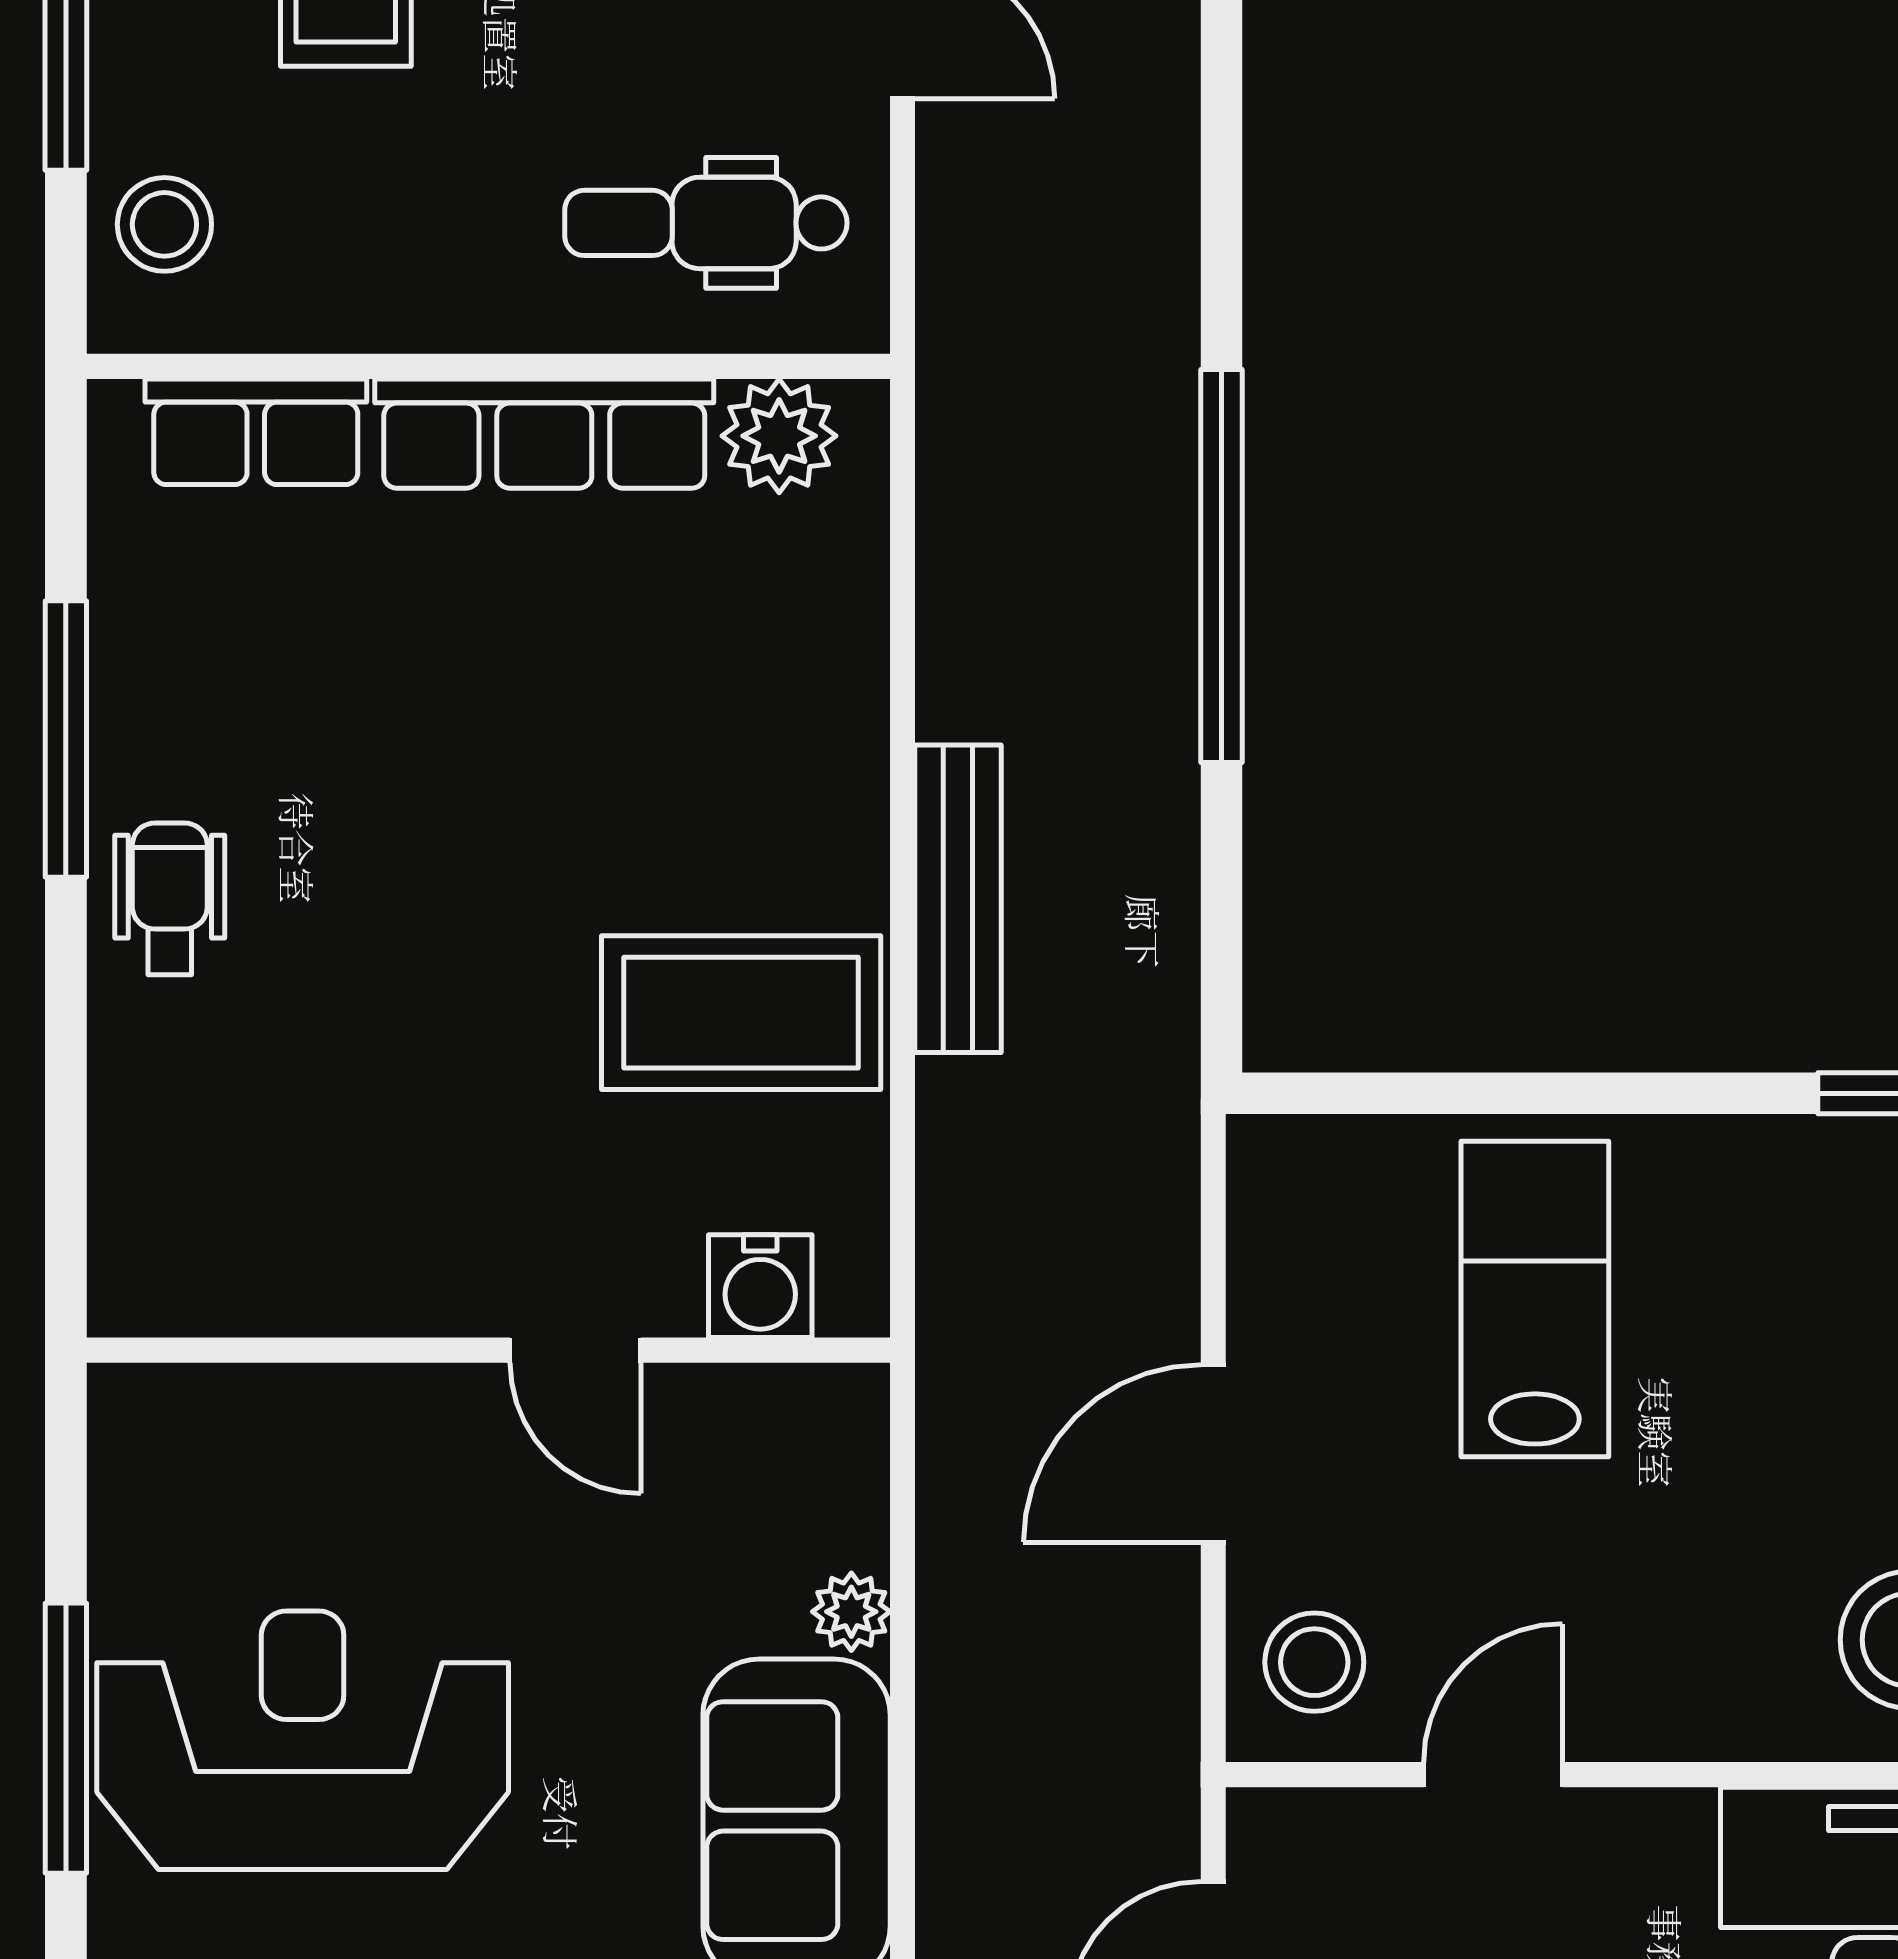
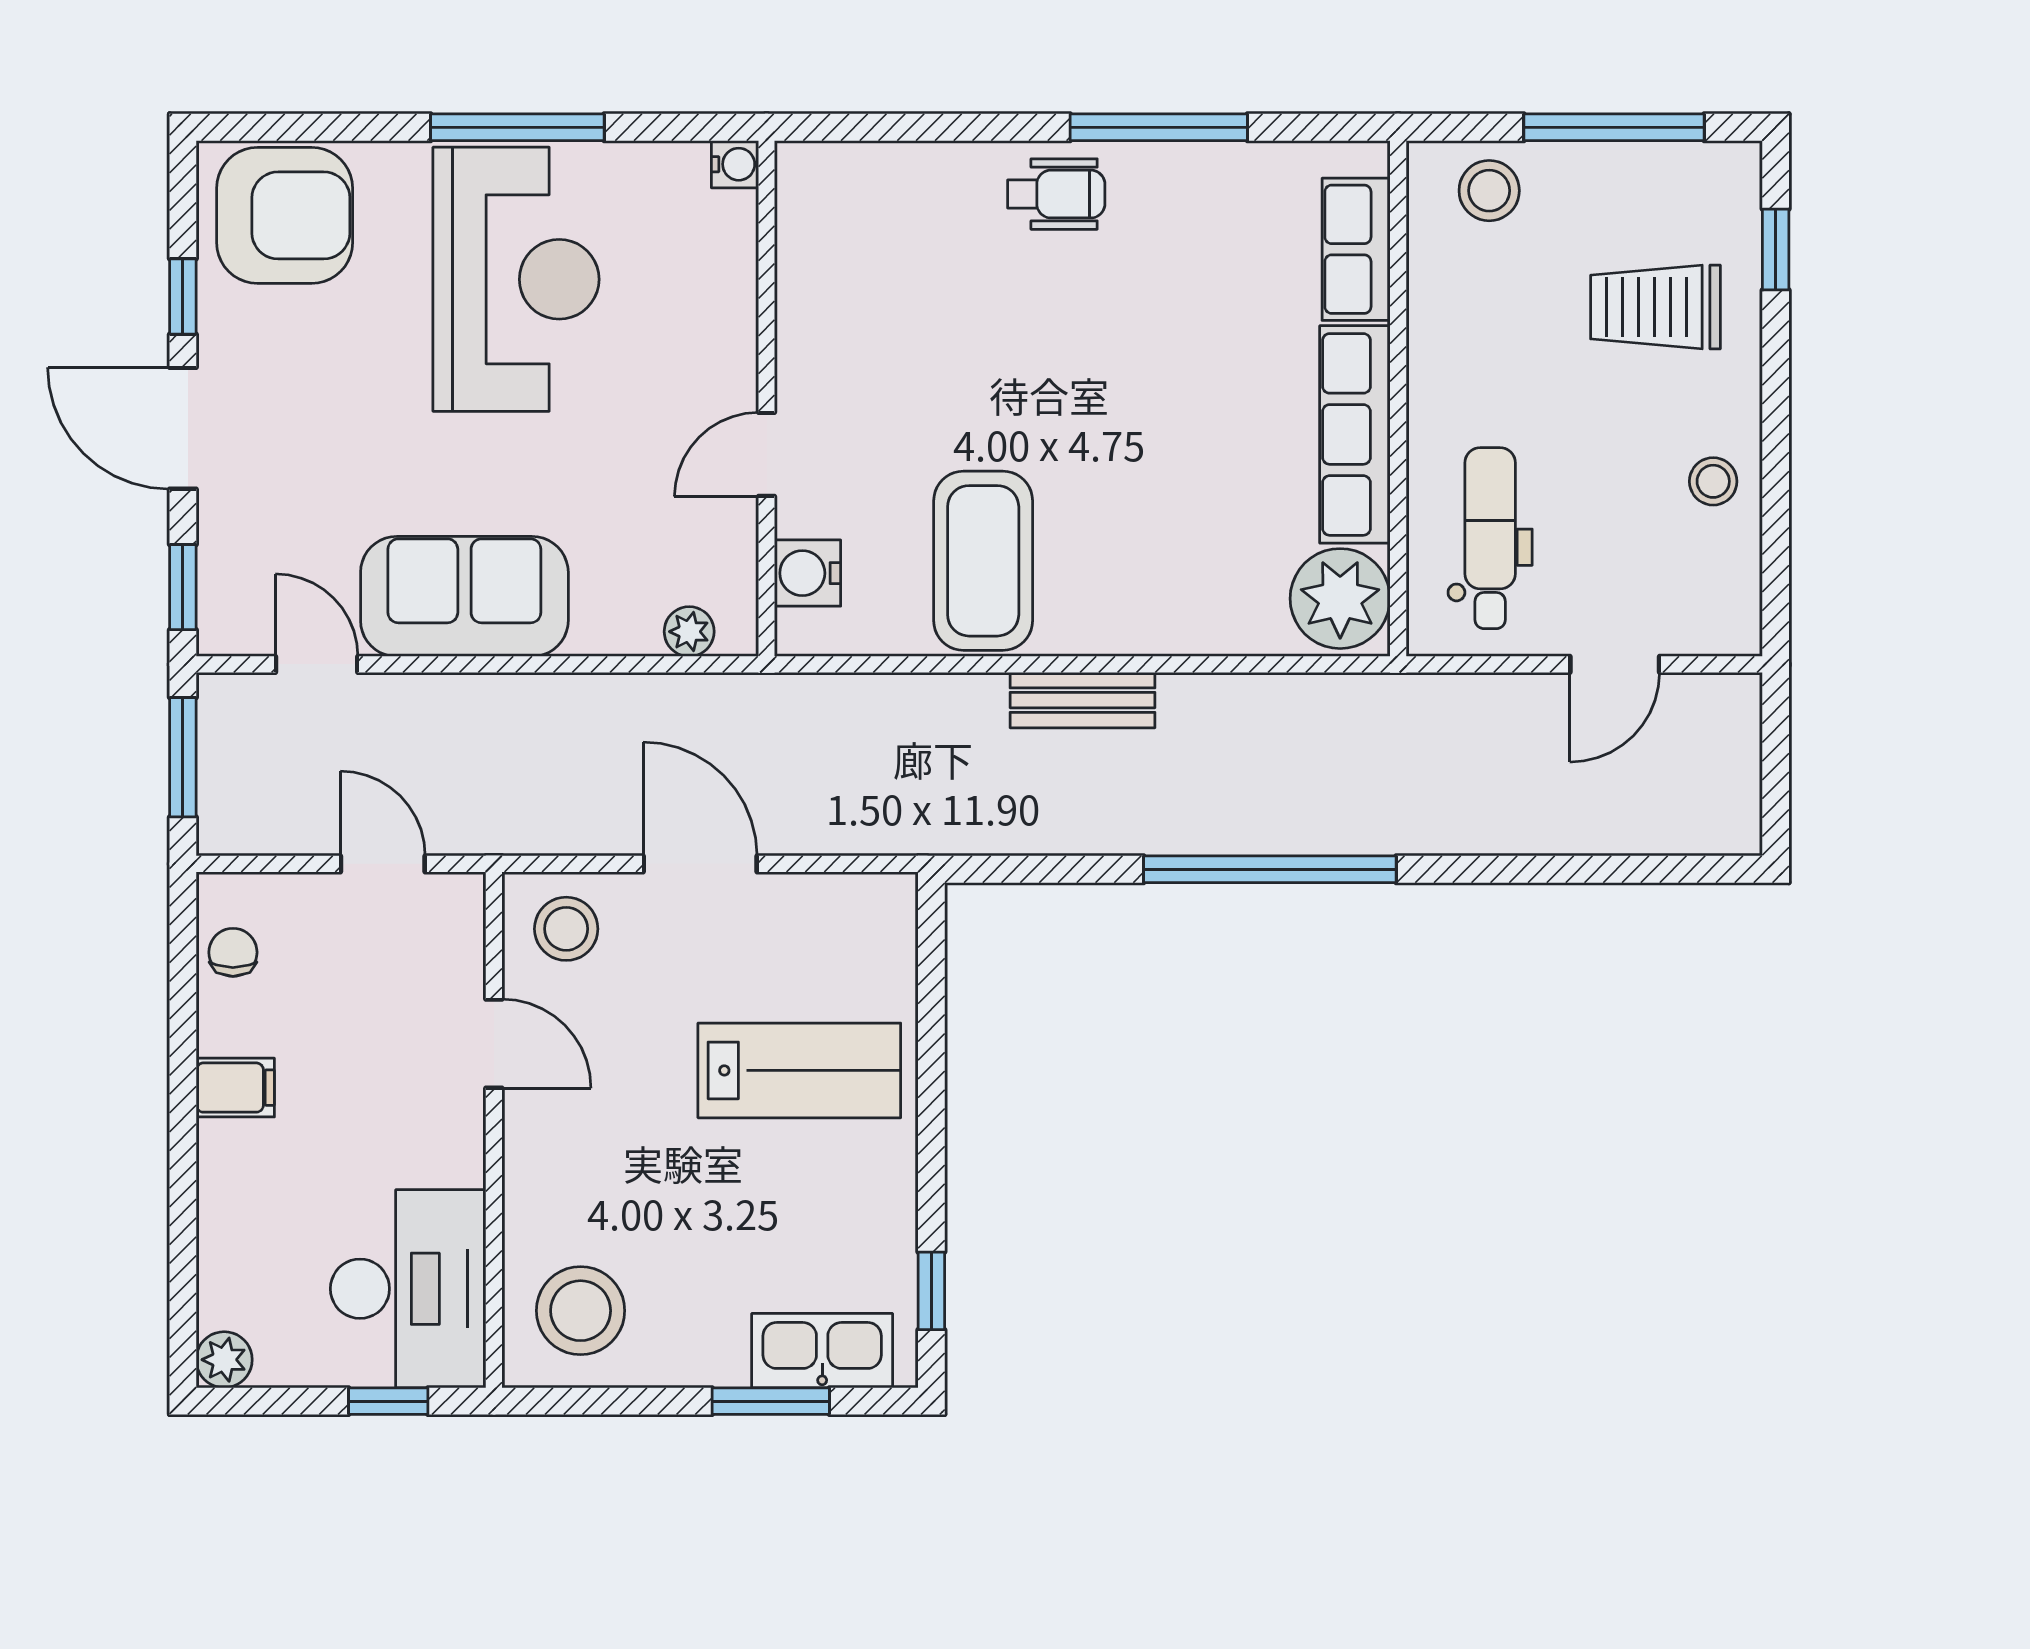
plant: (779, 436) -> (1340, 599), width x1.36, depth x1.36
bench: (958, 899) -> (1083, 700), width x0.73
water cooler: (123, 1399) -> (735, 164), added
plant: (851, 1612) -> (689, 632), moved

